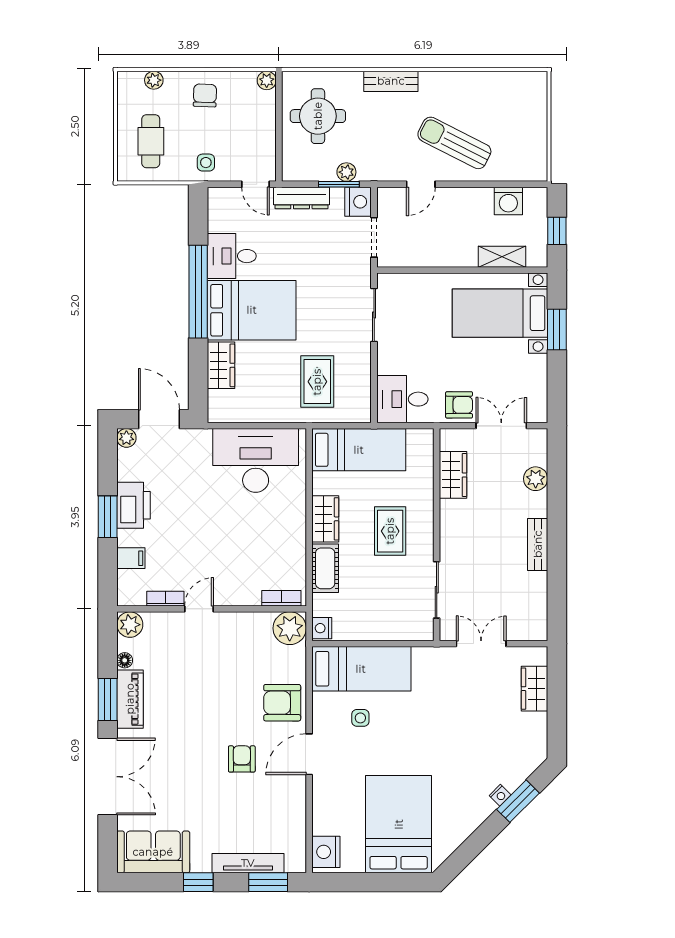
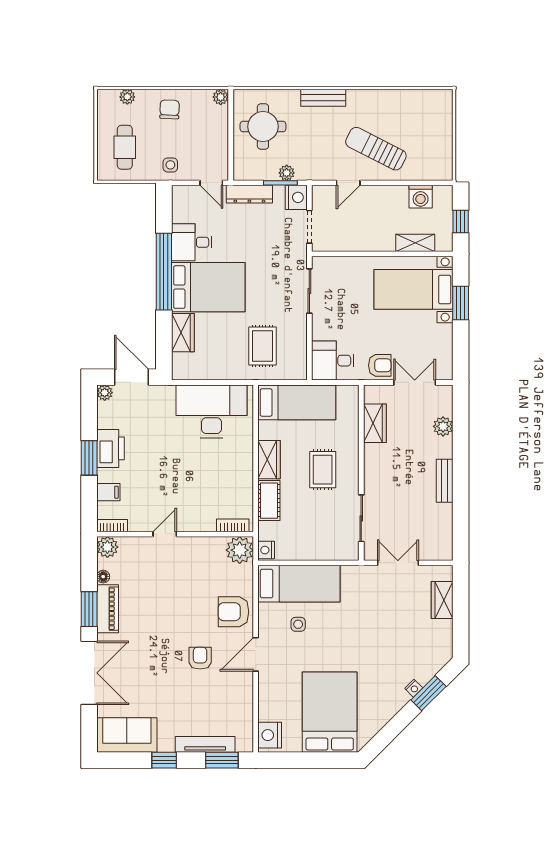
bookcase: (165, 599) -> (112, 526), moved

